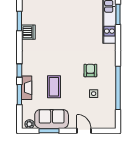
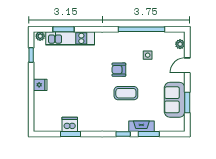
dishwasher: (28, 32) -> (70, 124), moved
armchair: (90, 71) -> (119, 70), moved
coffee table: (54, 87) -> (126, 93), moved
plant: (29, 124) -> (180, 44), moved

